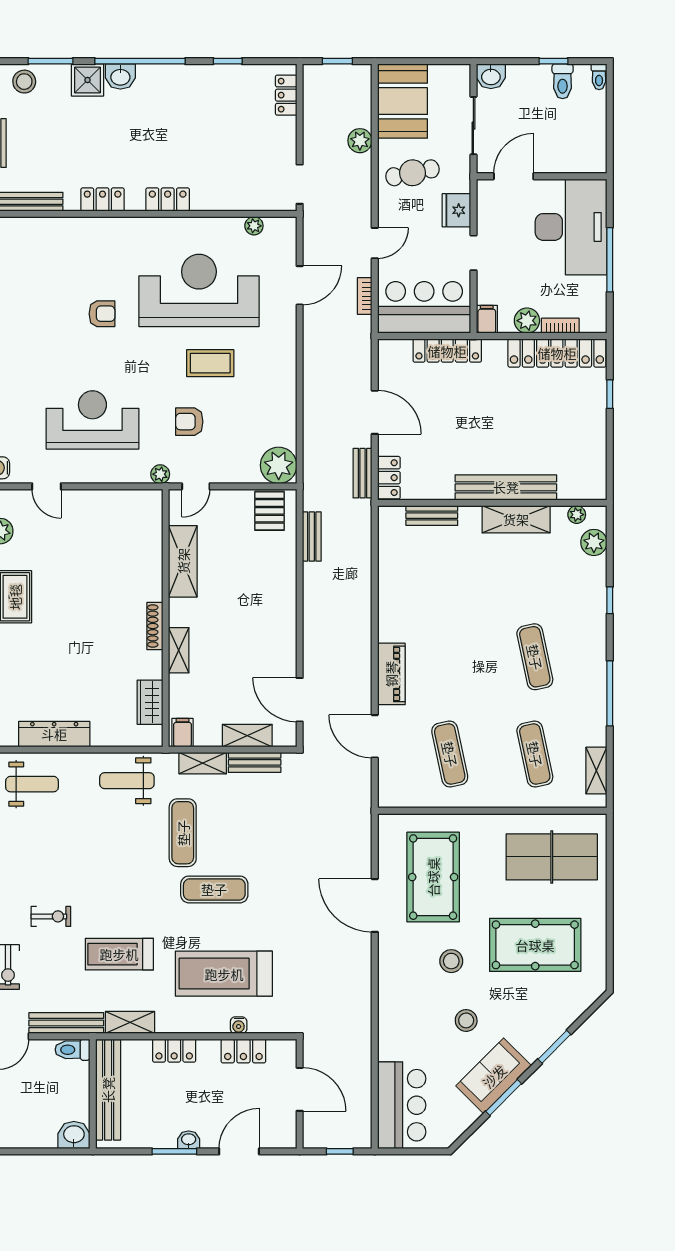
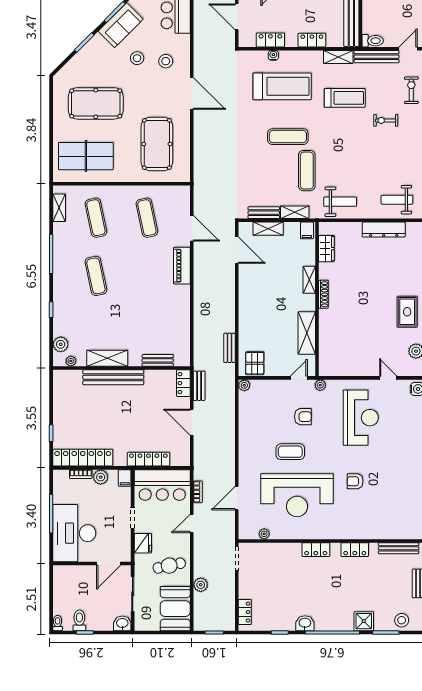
washbasin: (120, 77) -> (305, 623), moved
reception desk: (92, 420) -> (361, 418), turned -90
plant: (279, 465) -> (244, 385), width x0.53, depth x0.53
door: (375, 905) -> (192, 94), moved
stool: (451, 961) -> (166, 61), moved

